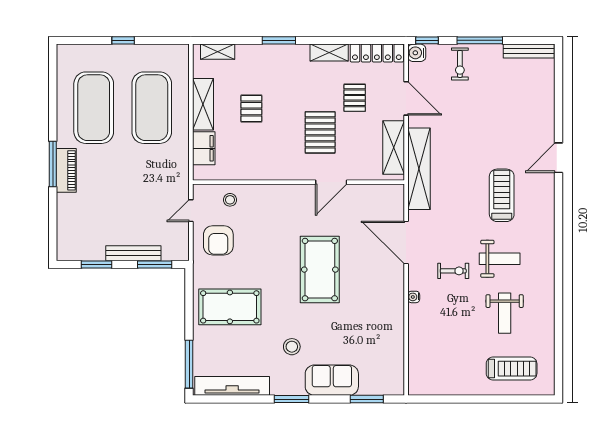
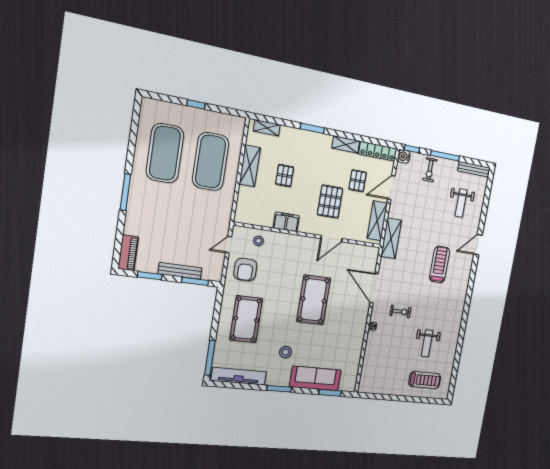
door: (406, 98) -> (391, 187), swing flipped
filing cabinet: (204, 148) -> (286, 222), moved, turned -90
shelving: (419, 169) -> (391, 238), width x0.68
piano: (66, 170) -> (128, 253), moved
weight bench: (500, 259) -> (461, 203), moved, turned 90
pool table: (230, 307) -> (246, 319), turned 90
sofa: (332, 380) -> (315, 378), width x1.36

